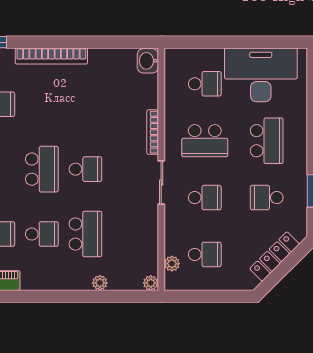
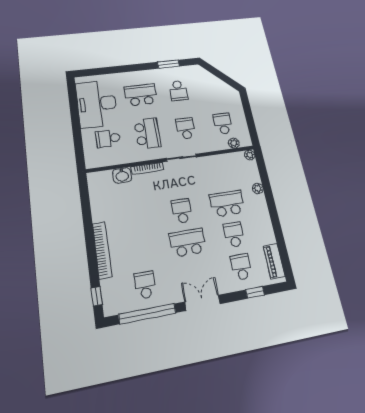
washbasin: (148, 61) -> (122, 175), moved
school desk: (205, 84) -> (108, 138), turned -90
locker: (275, 256) -> (215, 82), removed

